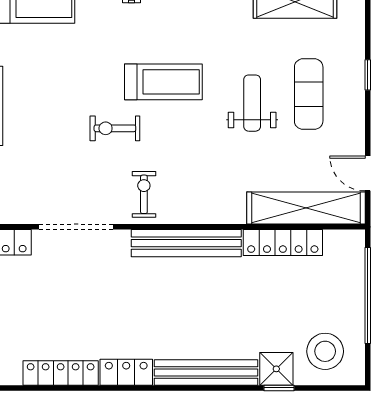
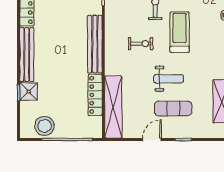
treadmill: (163, 82) -> (180, 32), turned 180
door: (368, 173) -> (152, 140), moved
exercise bike: (144, 194) -> (141, 44), moved
stool: (325, 351) -> (45, 126), moved

